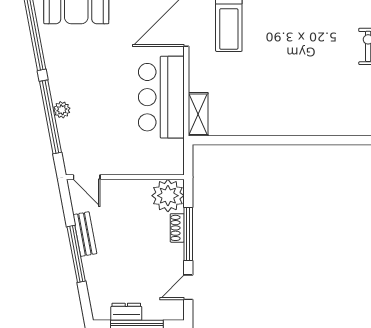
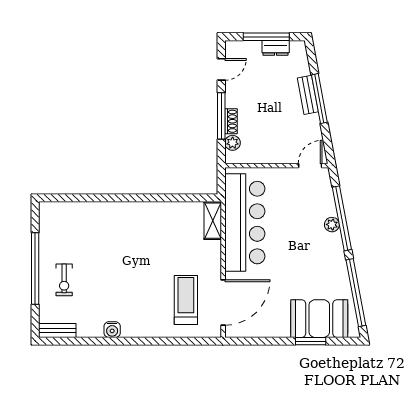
bar counter: (161, 97) -> (245, 223), width x1.36
door: (87, 177) -> (310, 166), hinge flipped
plant: (168, 196) -> (233, 143), width x0.53, depth x0.53
bench: (85, 234) -> (308, 95), moved

